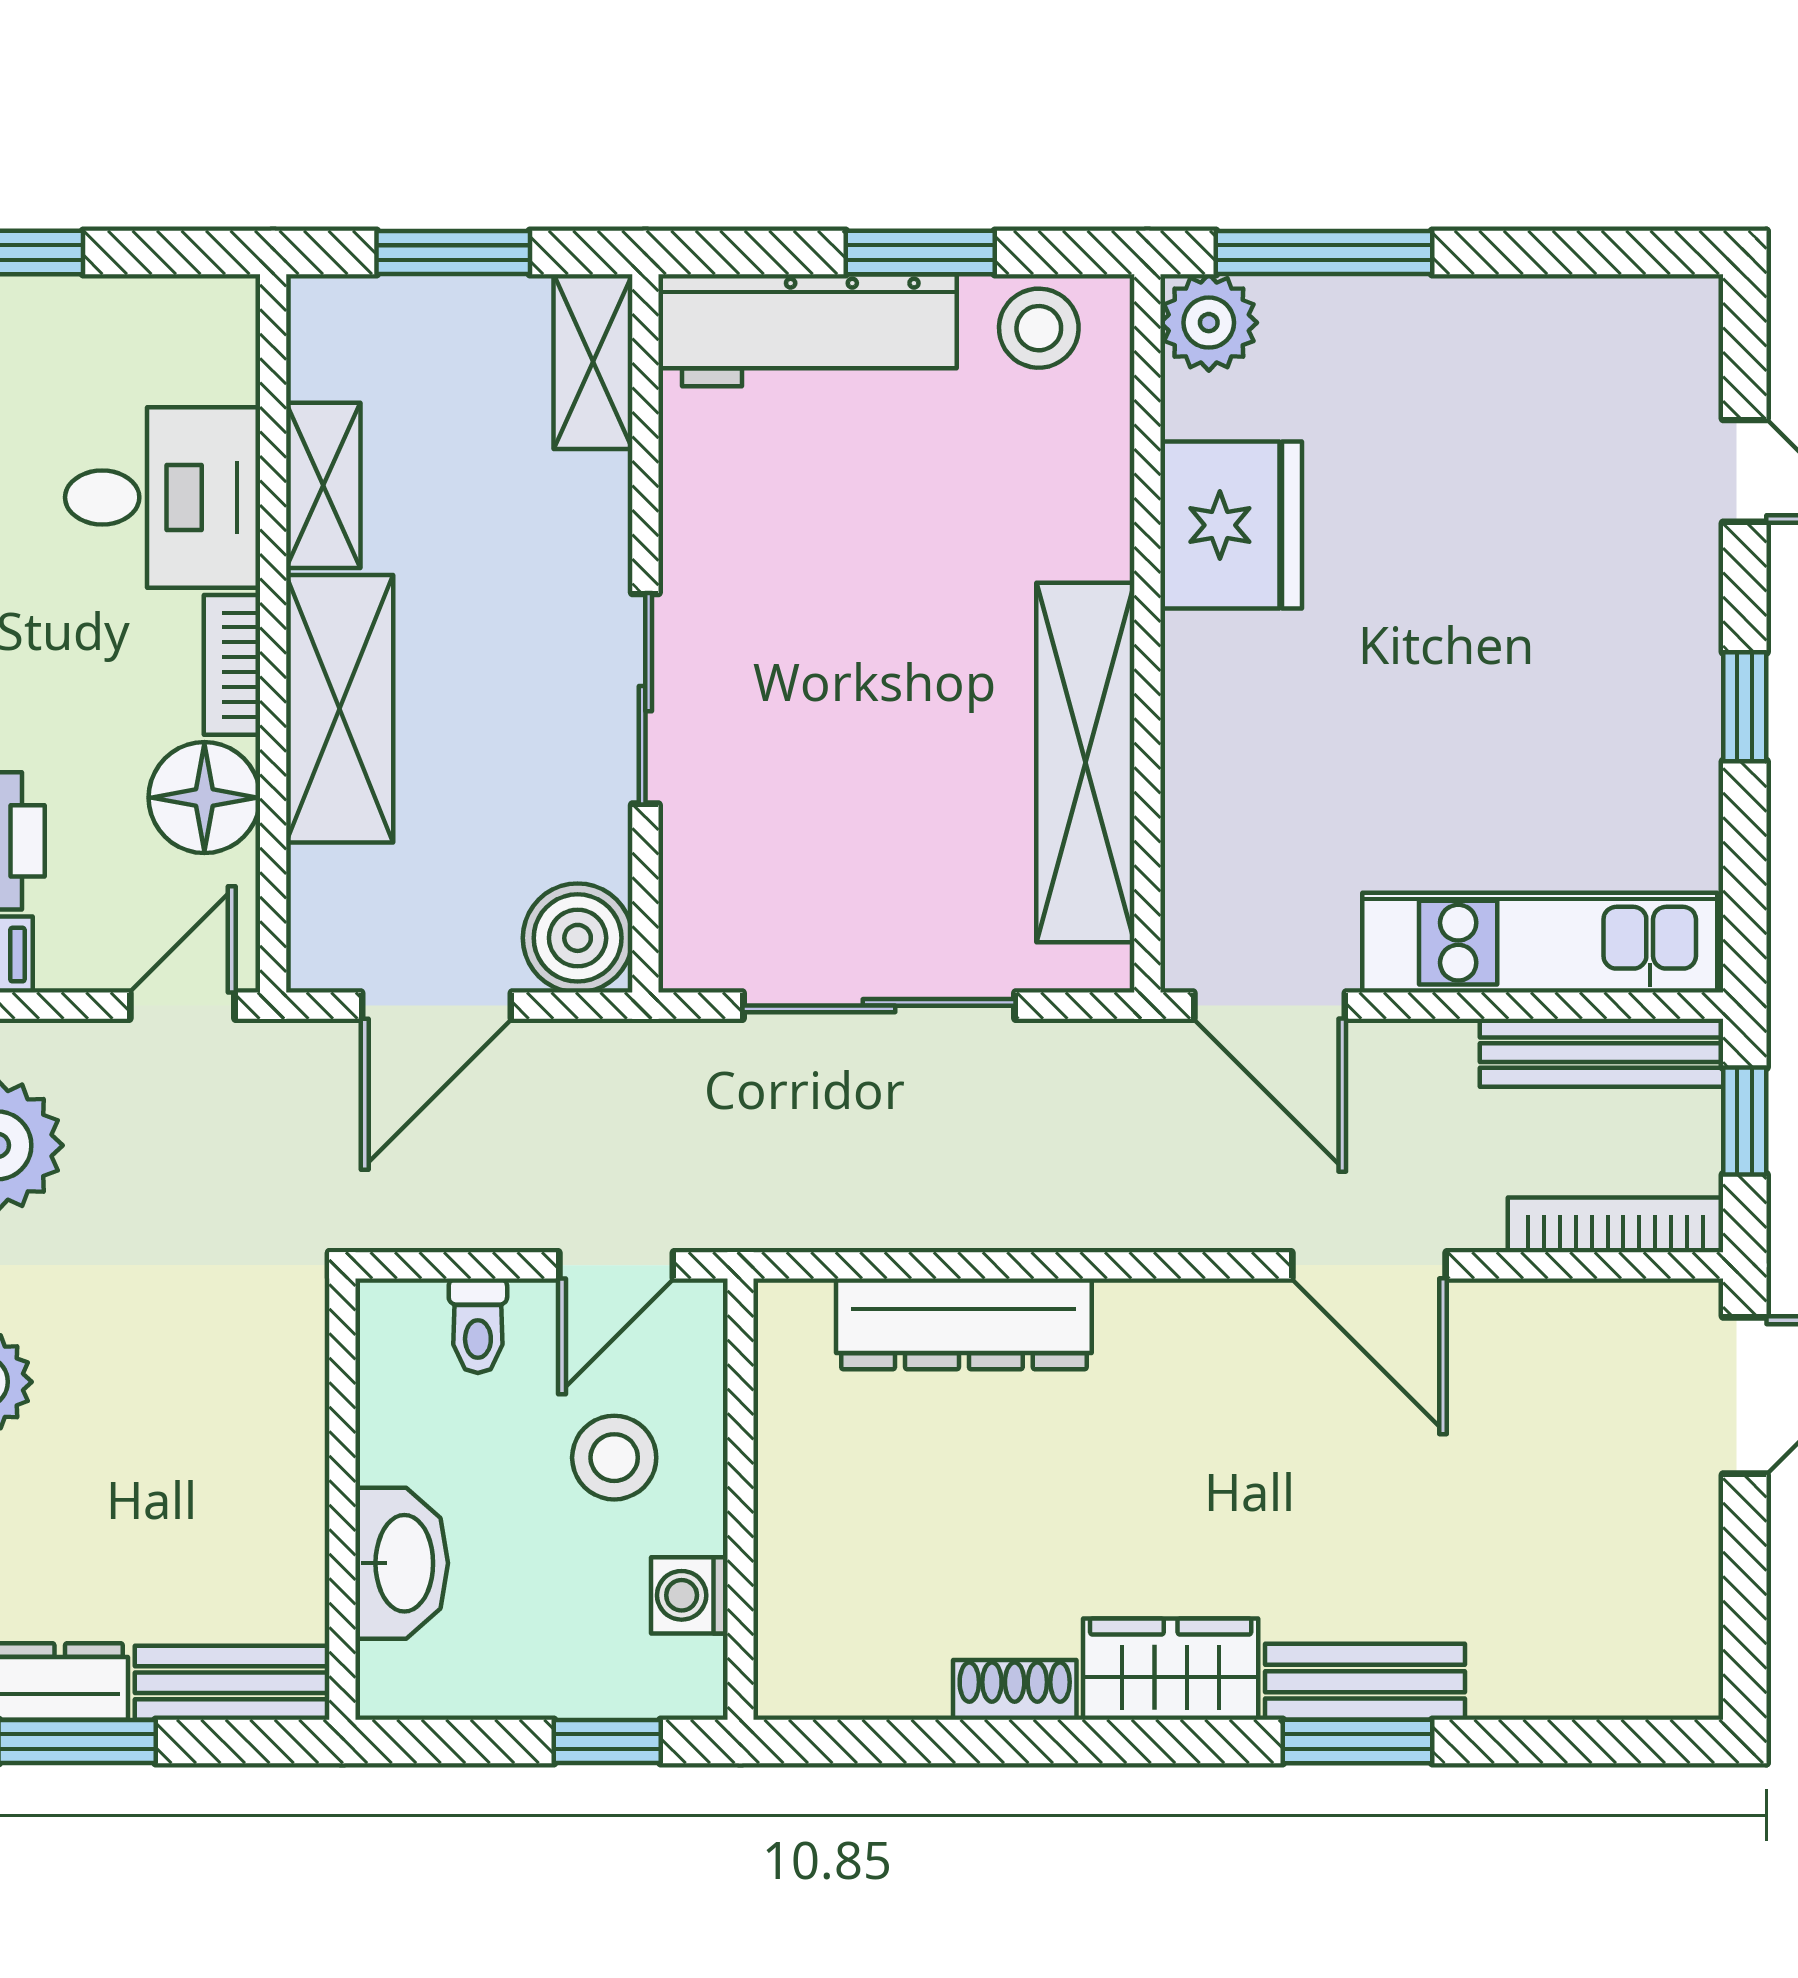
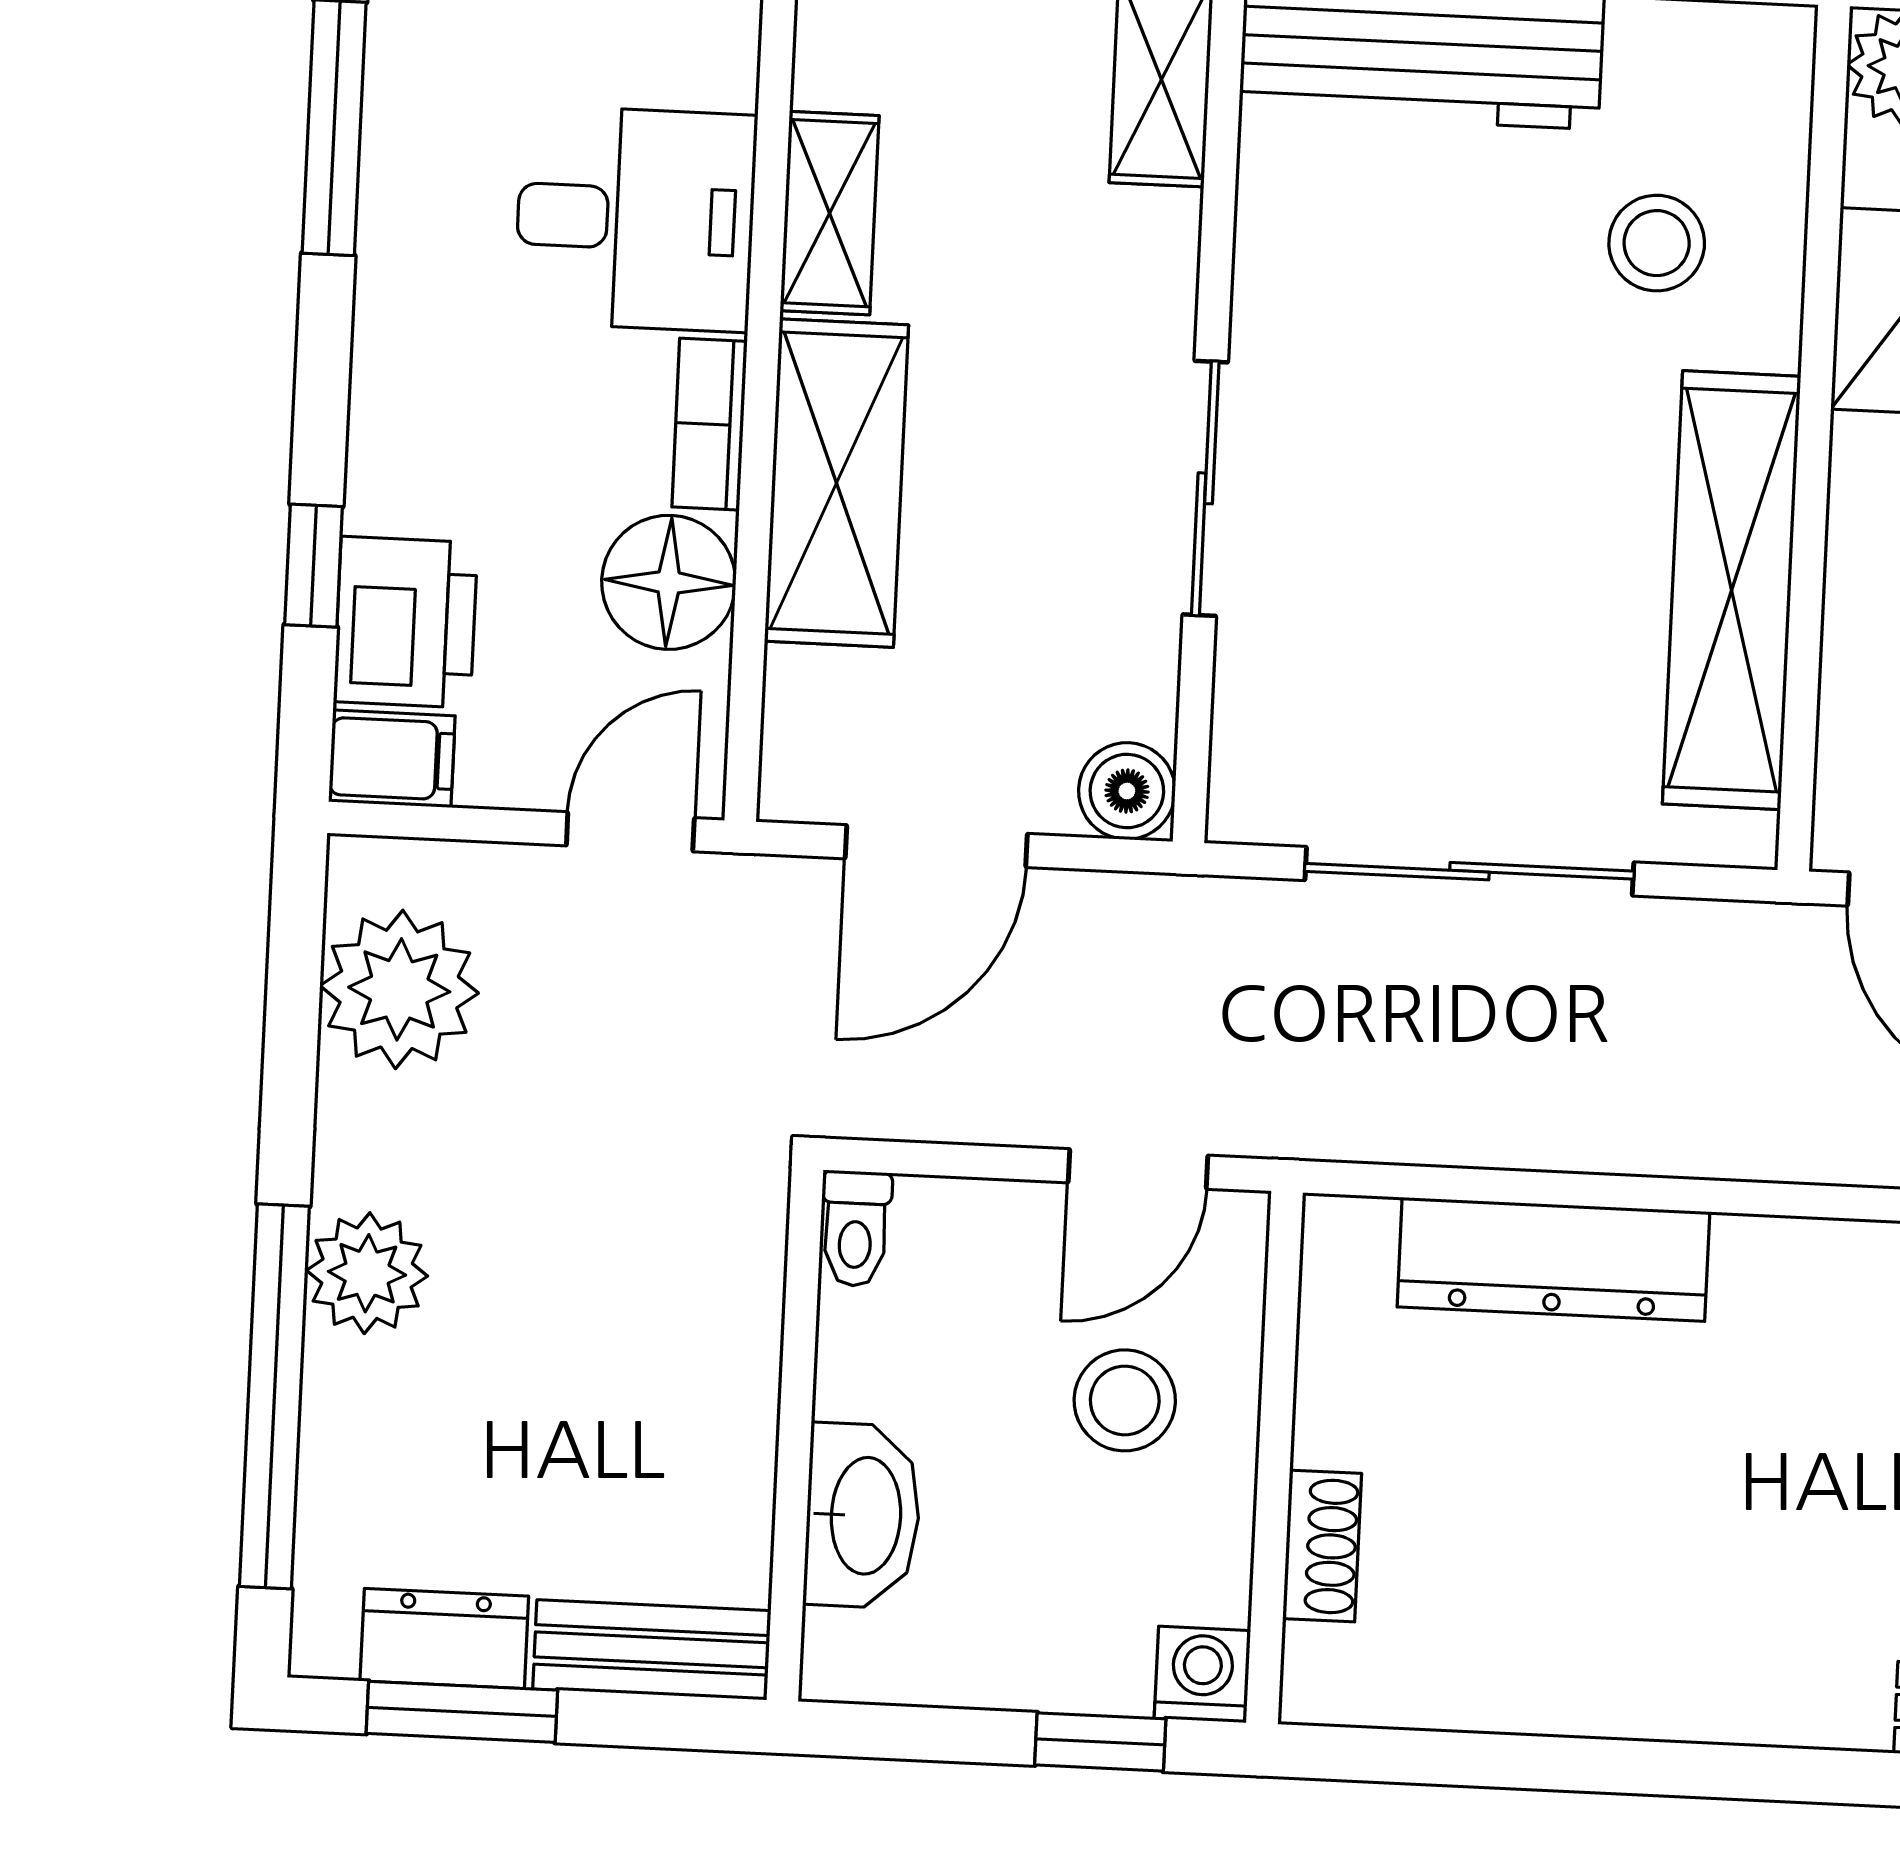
stool: (1039, 328) -> (1657, 243), moved
boiler: (578, 938) -> (1127, 791), width x0.73, depth x0.73
toilet: (478, 1326) -> (855, 1229), moved
washing machine: (689, 1595) -> (1202, 1674), moved, turned 90
wardrobe: (1171, 1669) -> (1783, 1687), removed
shoe rack: (1015, 1690) -> (1322, 1546), moved, turned 90

